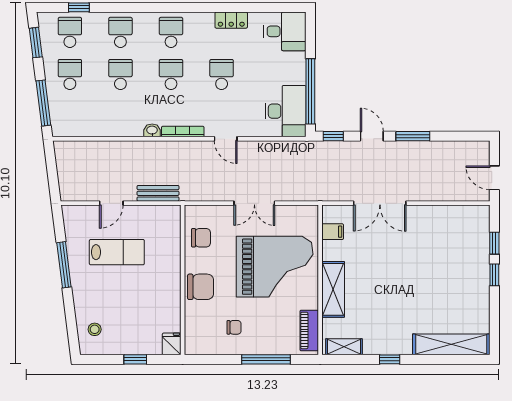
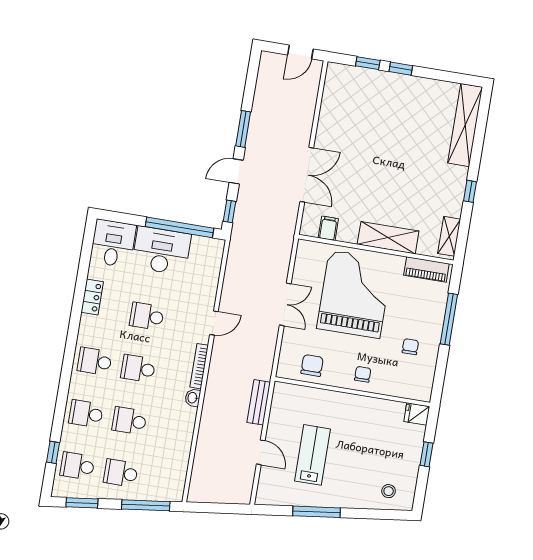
desk: (286, 111) -> (161, 251), moved
chair: (201, 287) -> (363, 374), width x0.54, depth x0.54

